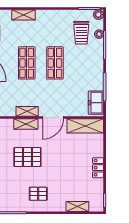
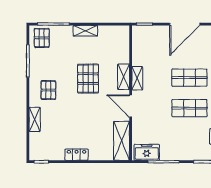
shelving: (77, 206) -> (35, 119), moved

